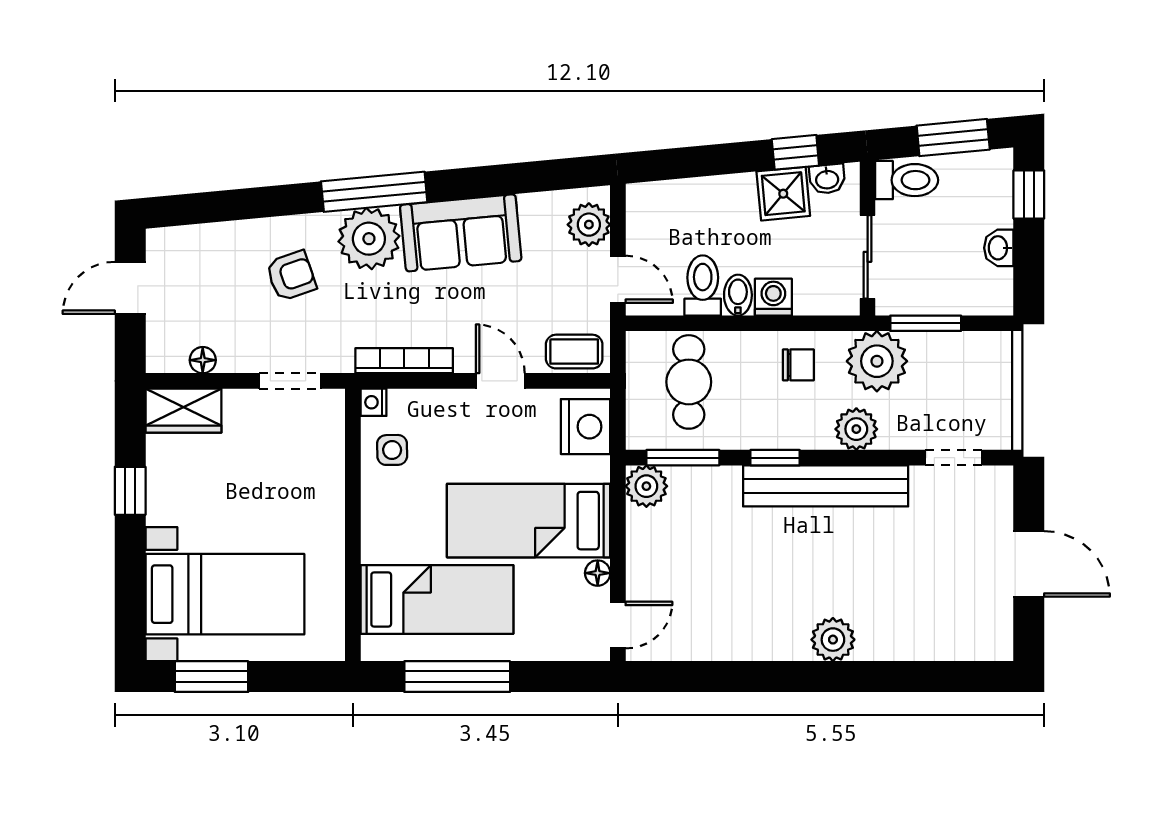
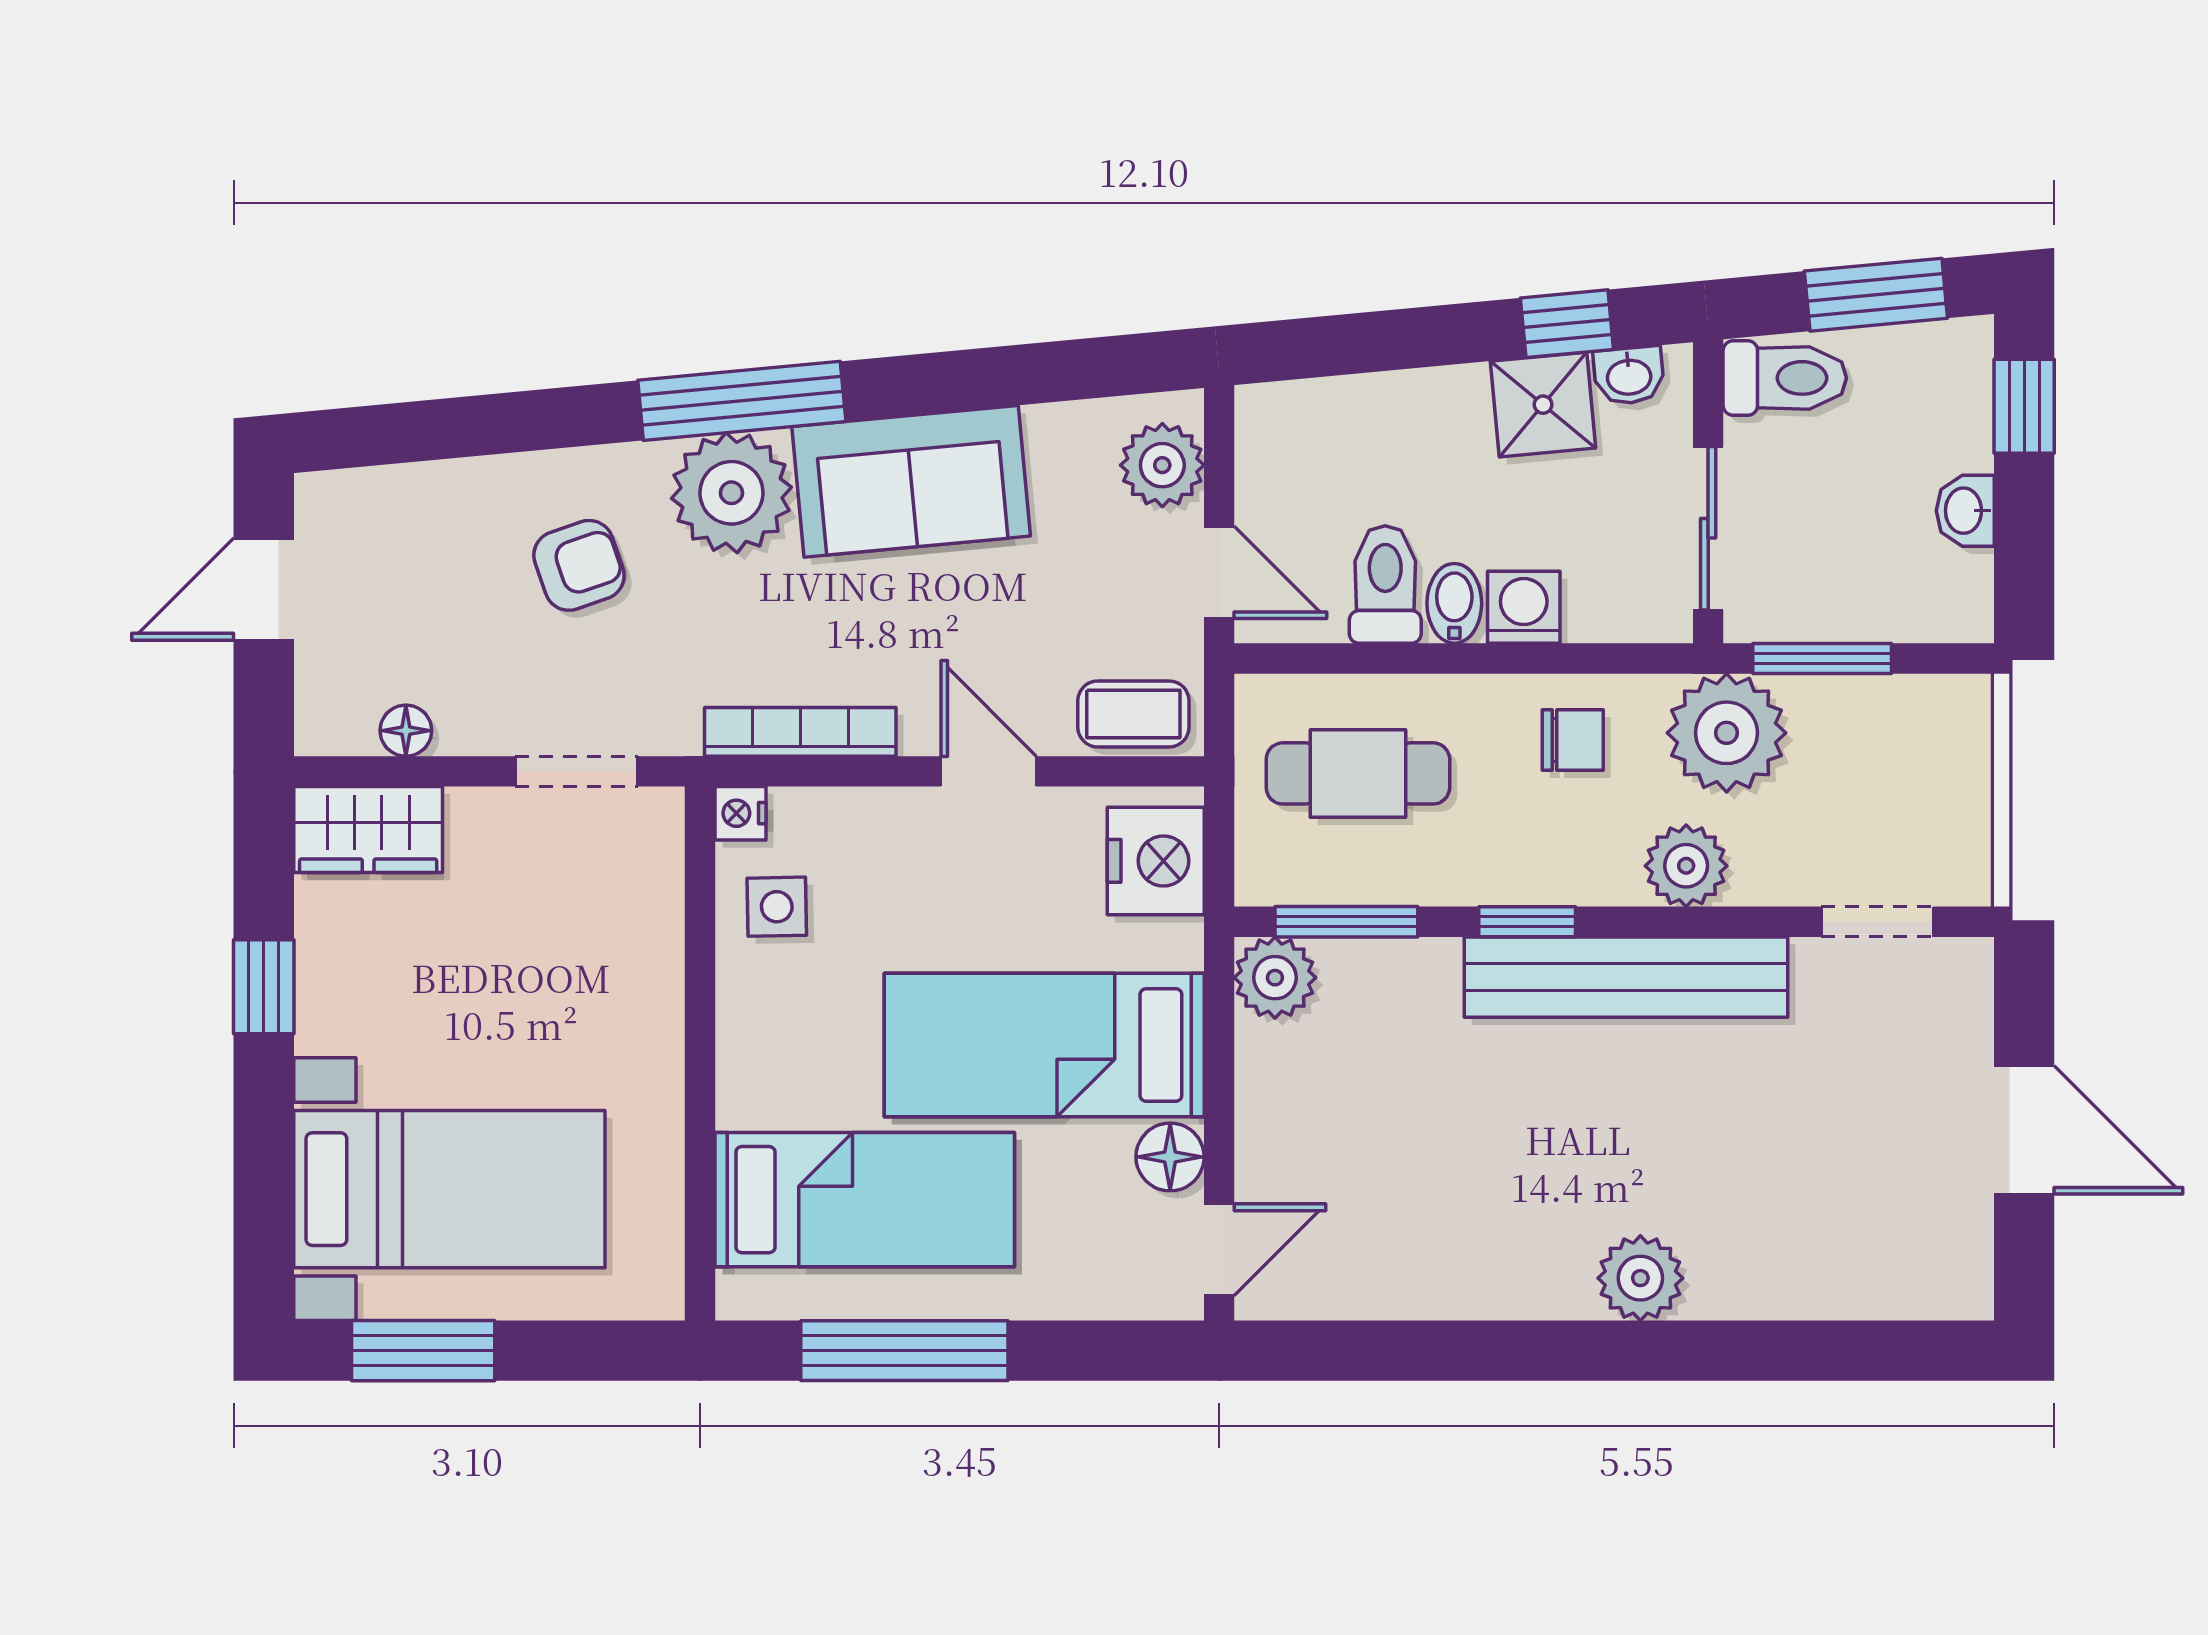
cafe table: (689, 382) -> (1358, 773), turned 90
floor lamp: (598, 573) -> (1170, 1157), width x1.37, depth x1.37

